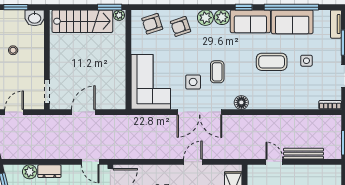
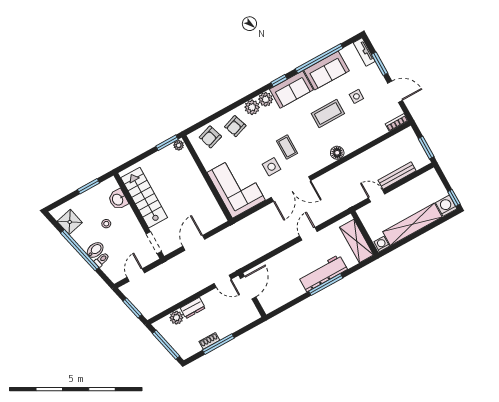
washbasin: (35, 18) -> (118, 199), moved, turned 90
stairs: (82, 21) -> (144, 198), moved, turned -90
floor lamp: (241, 102) -> (337, 153), moved

